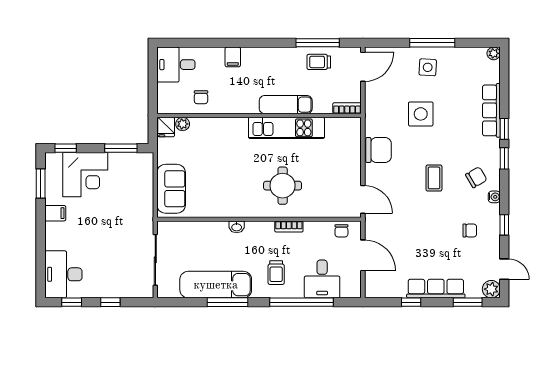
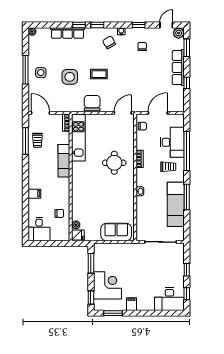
kitchen unit: (286, 128) -> (78, 138), moved
coffee table: (434, 178) -> (99, 74), moved
desk: (322, 279) -> (172, 142), width x1.37

